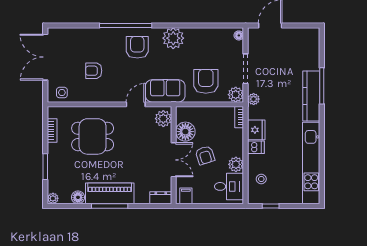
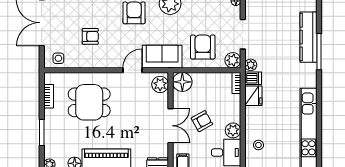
armchair: (94, 71) -> (90, 36), turned 180
kitchen counter: (311, 96) -> (309, 37), moved
floor lamp: (185, 132) -> (182, 82), moved
dishwasher: (256, 147) -> (253, 78), moved
armchair: (205, 155) -> (202, 121), turned -101

